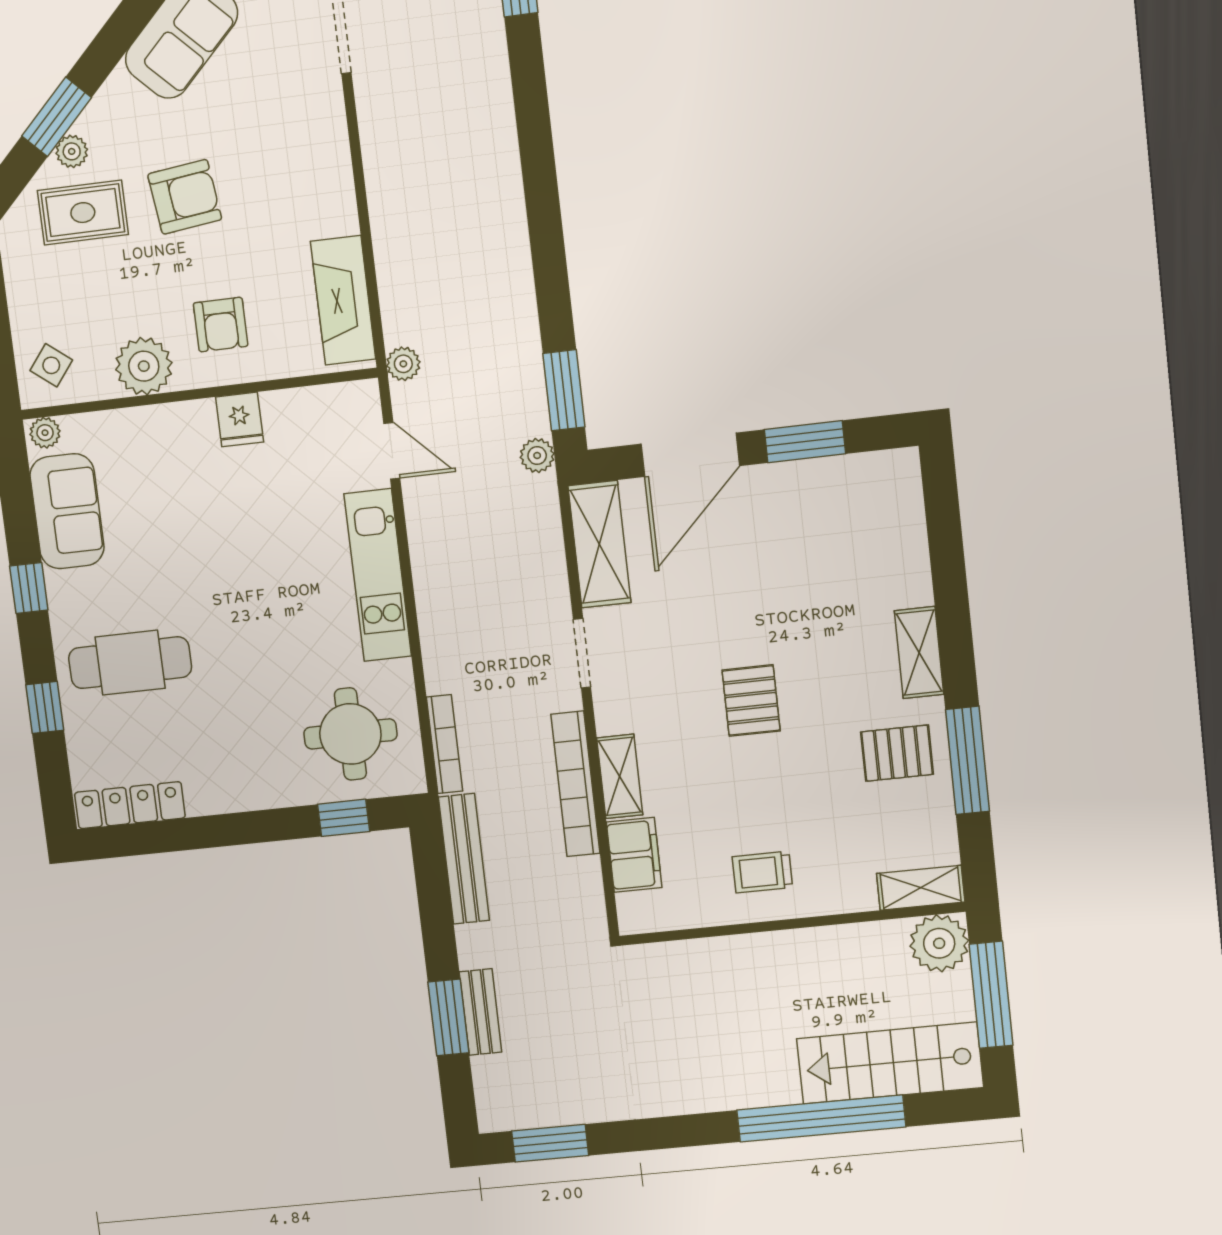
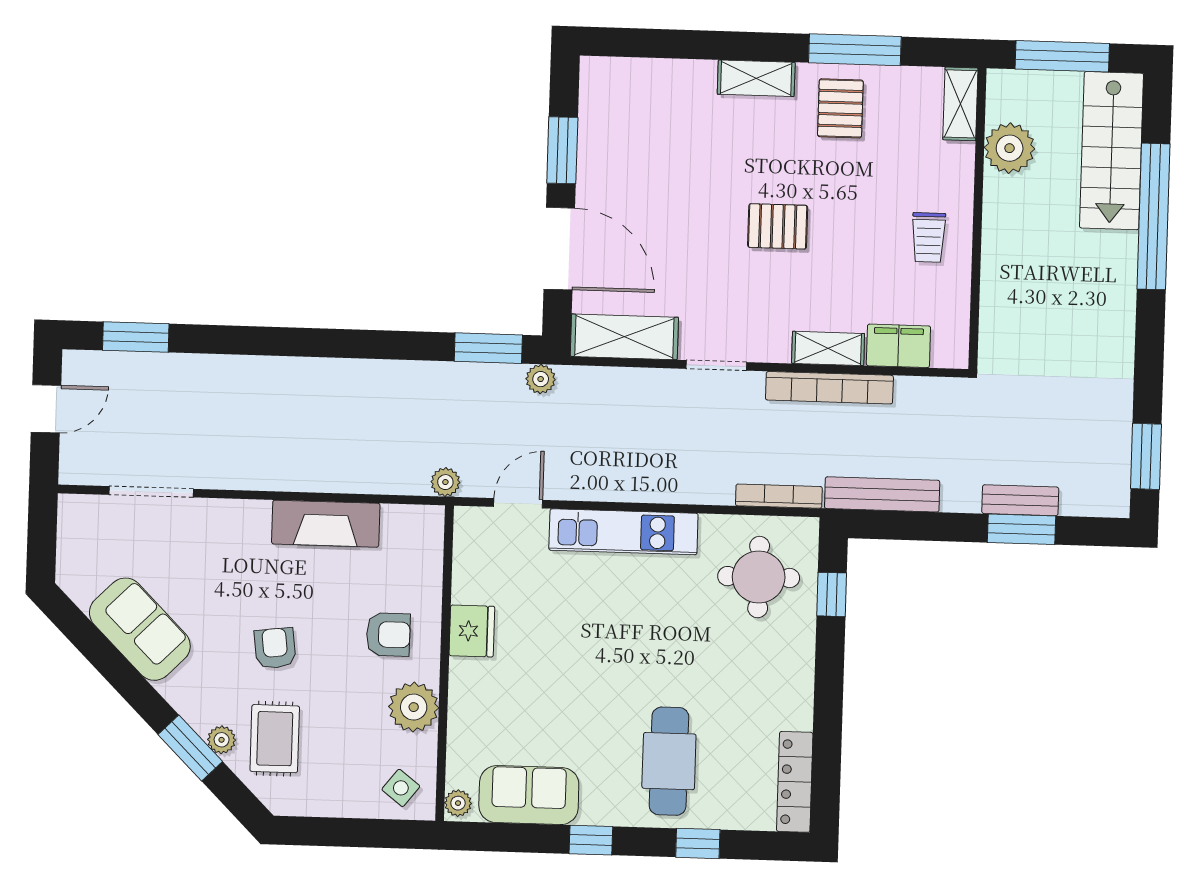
armchair: (185, 197) -> (275, 648), width x0.72, depth x0.72
fireplace: (343, 300) -> (326, 524), moved
fridge: (240, 419) -> (472, 631), width x1.38
plant: (939, 943) -> (1010, 148), moved

